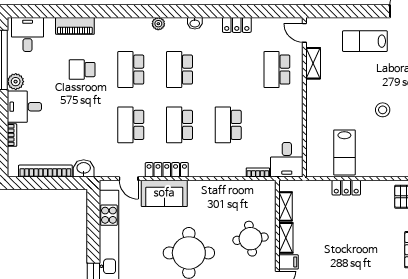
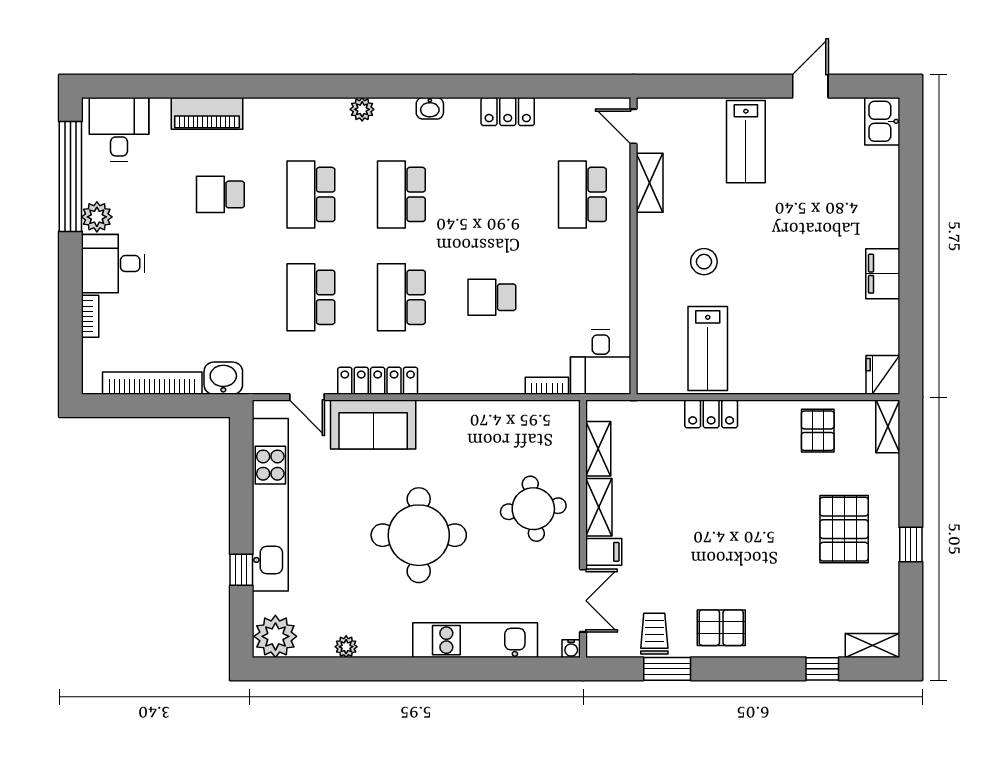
lab bench: (365, 41) -> (746, 142), turned -90
stool: (383, 110) -> (704, 262), moved
school desk: (228, 125) -> (492, 297), width x0.54

